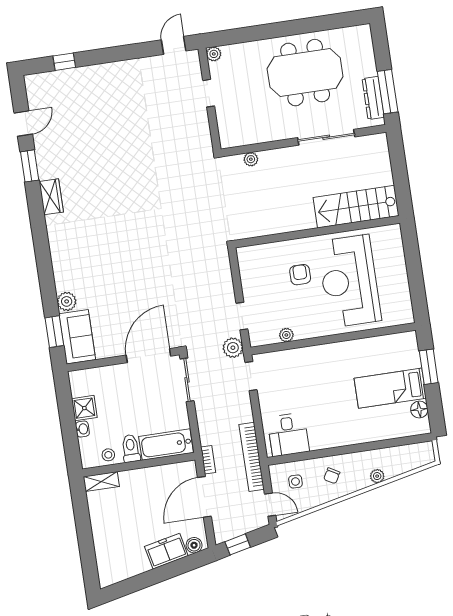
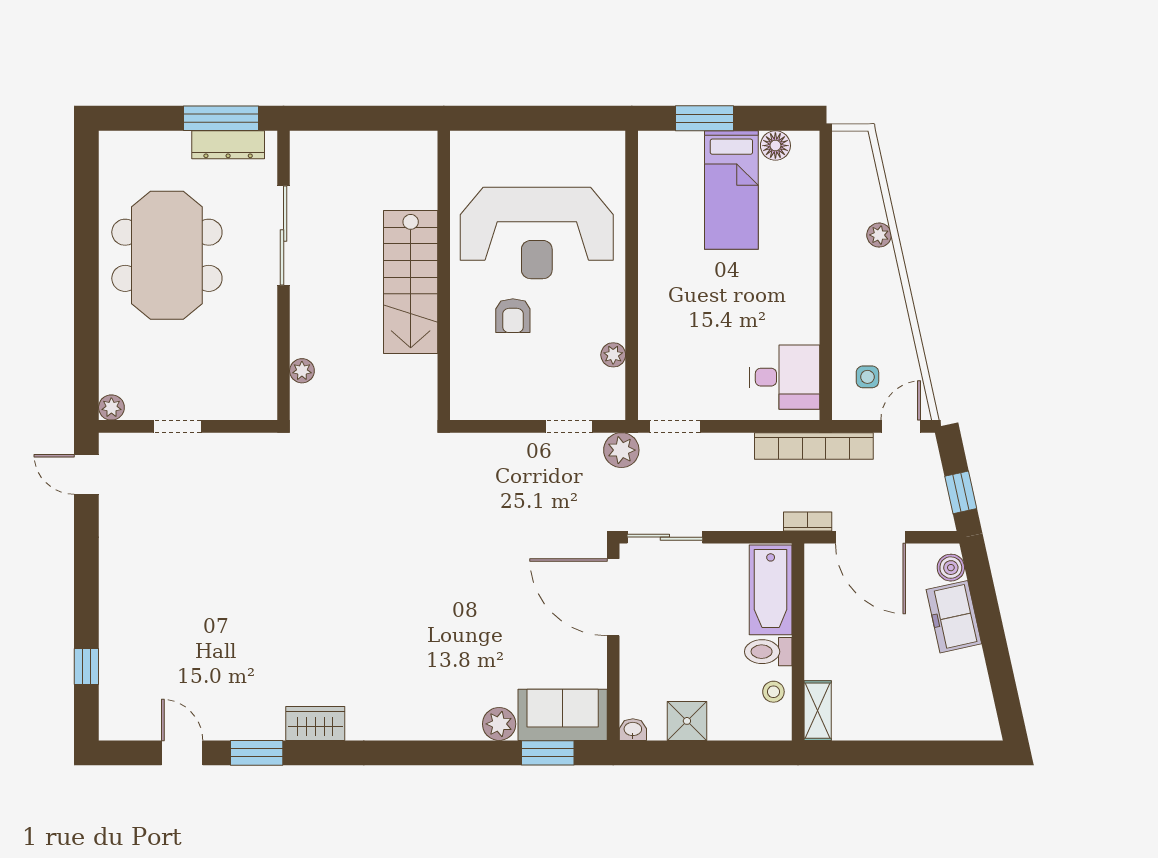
stairs: (356, 207) -> (411, 282), moved
armchair: (300, 275) -> (513, 316), turned -90
washbasin: (82, 429) -> (633, 730), moved
chair: (332, 476) -> (867, 313), removed

